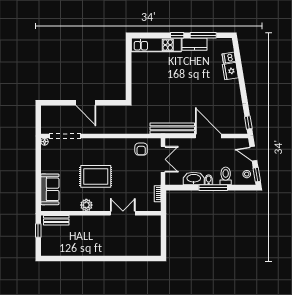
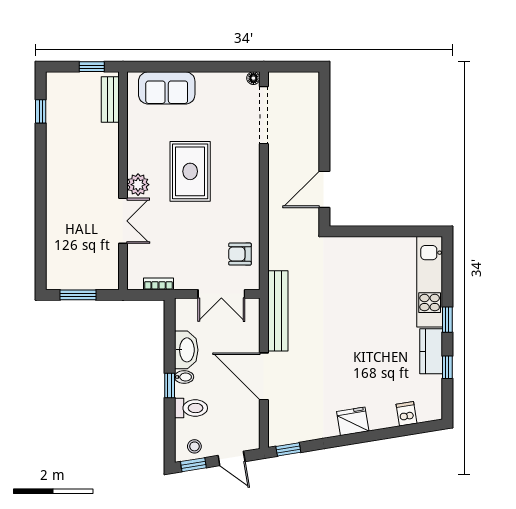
window: (203, 35) -> (447, 367), width x0.46
fridge: (230, 71) -> (353, 421), moved
door: (86, 103) -> (324, 189), moved
door: (208, 136) -> (264, 376), swing flipped
door: (253, 154) -> (232, 458), swing flipped
window: (213, 188) -> (170, 386), width x0.46
plant: (86, 205) -> (138, 185), moved
window: (163, 238) -> (78, 295), added
window: (63, 259) -> (41, 111), added

